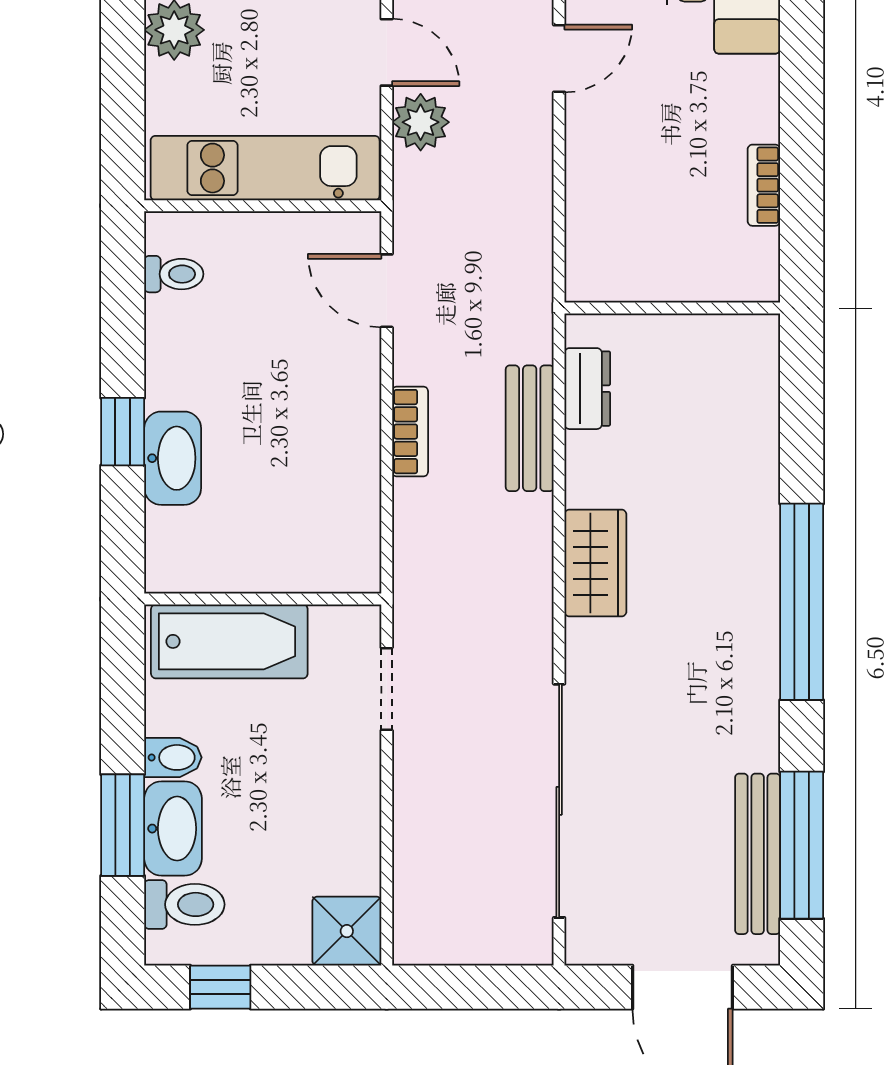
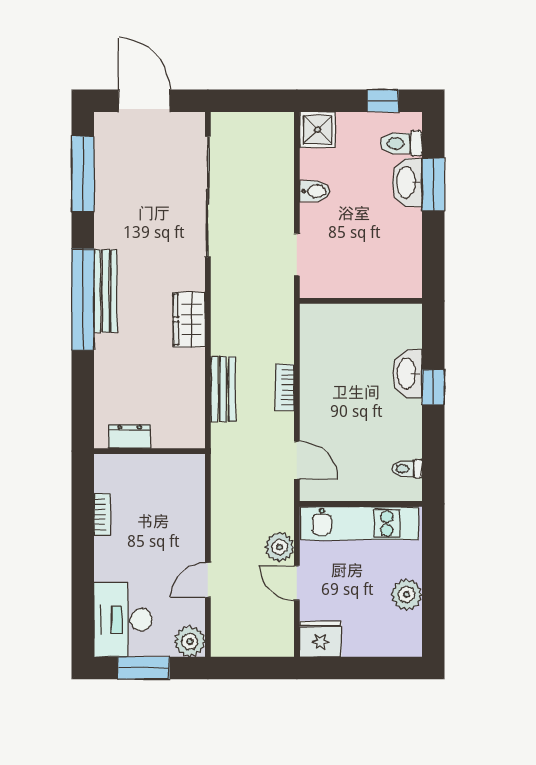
dresser: (587, 389) -> (130, 437), moved, turned 90
bathtub: (229, 641) -> (378, 279), removed
bidet: (173, 757) -> (315, 191), moved, turned 180
bench: (758, 854) -> (106, 291), moved

